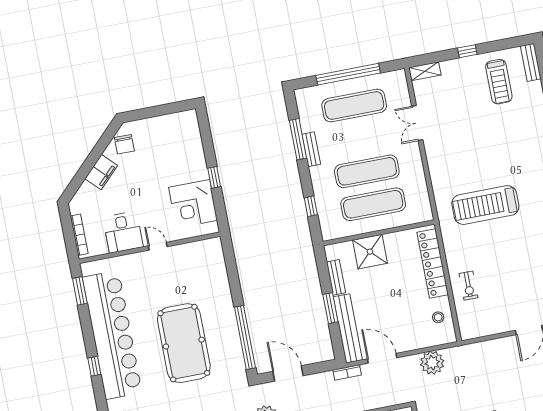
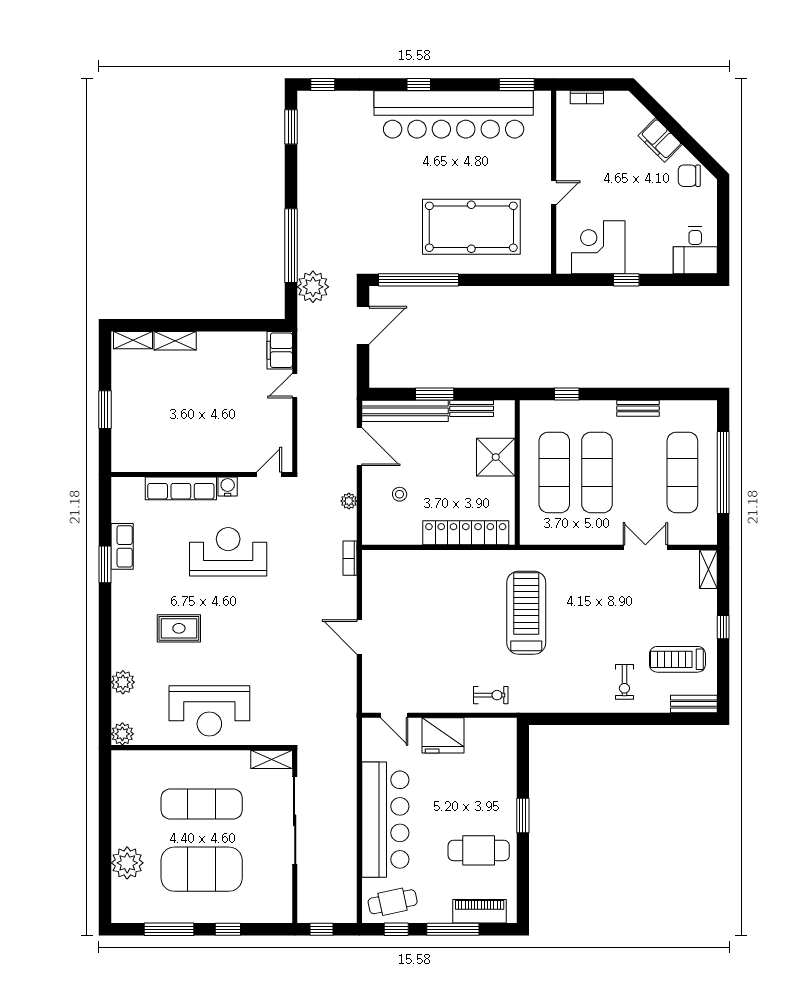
window: (298, 139) -> (654, 394), removed
desk: (123, 232) -> (695, 250), moved, turned -90
bookcase: (79, 235) -> (587, 97), width x0.64
exercise bike: (468, 286) -> (624, 682), moved, turned -90
stool: (438, 317) -> (400, 494), moved
pool table: (184, 343) -> (471, 227), moved
door: (382, 358) -> (359, 447), hinge flipped
plant: (432, 363) -> (349, 501), width x0.53, depth x0.53
bookcase: (347, 372) -> (350, 558), moved

